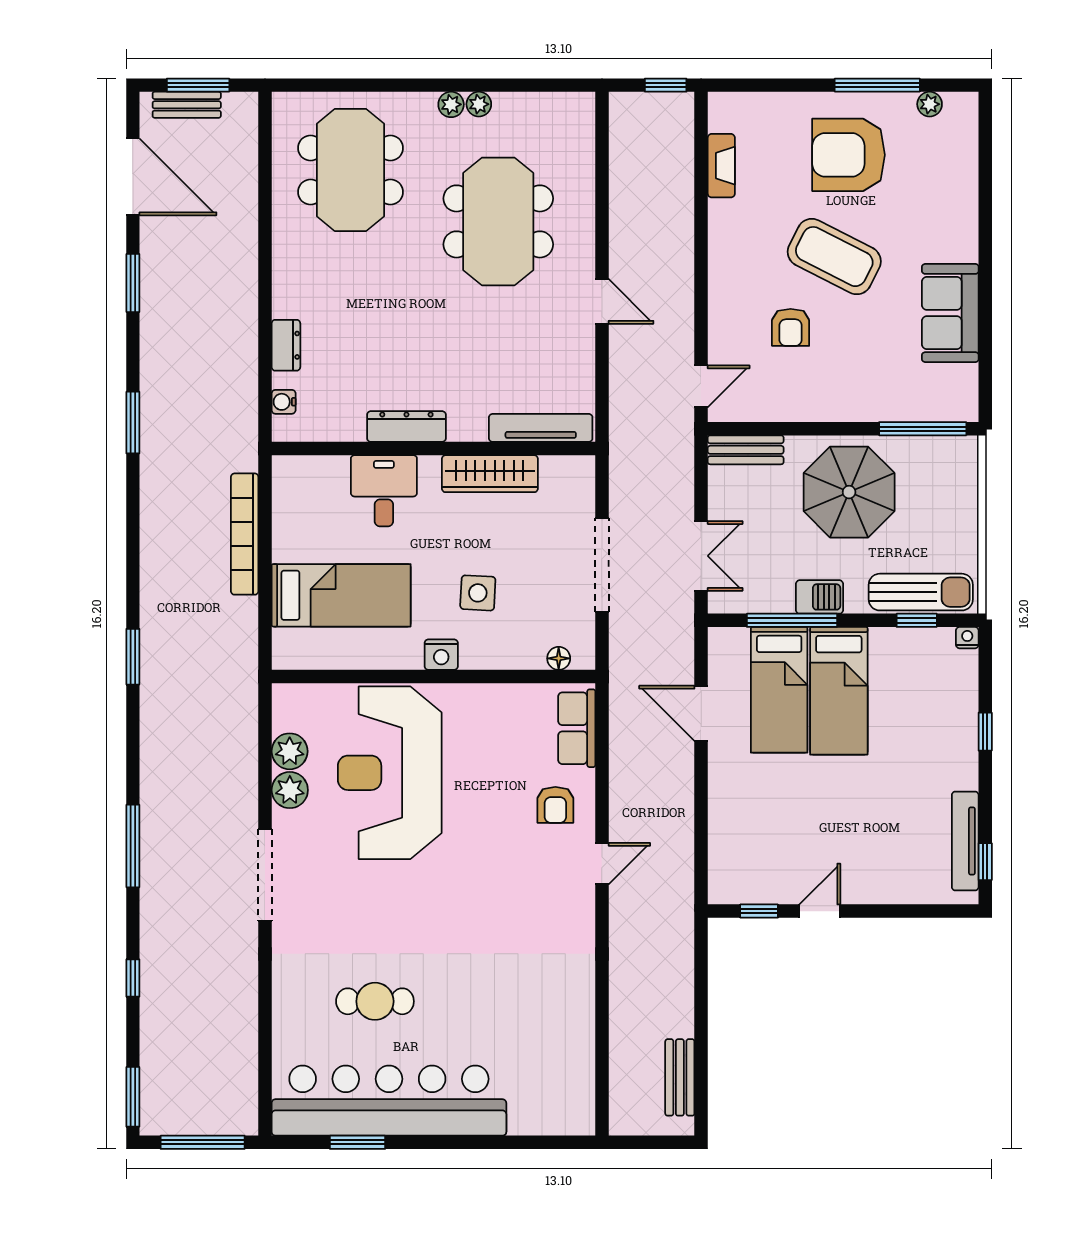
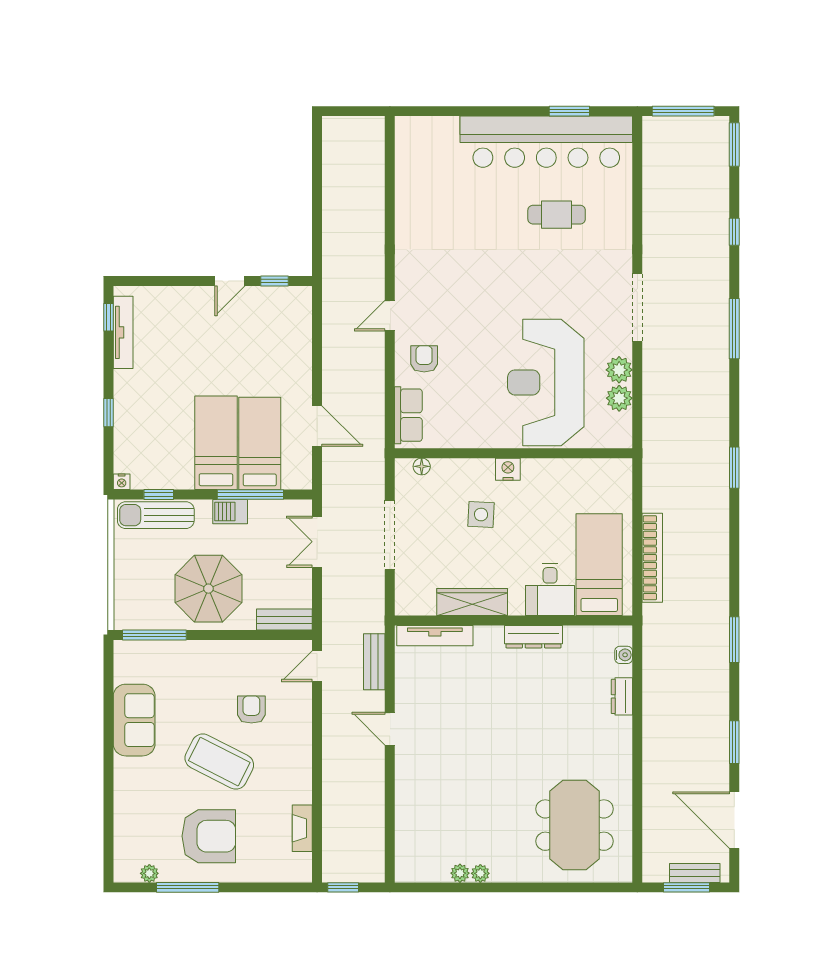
plant: (451, 104) -> (460, 873), moved
meeting table: (498, 221) -> (466, 787), removed
bed: (341, 595) -> (599, 565), moved, turned 90
reception desk: (390, 773) -> (546, 382), turned 180
bench: (680, 1077) -> (374, 662), moved

